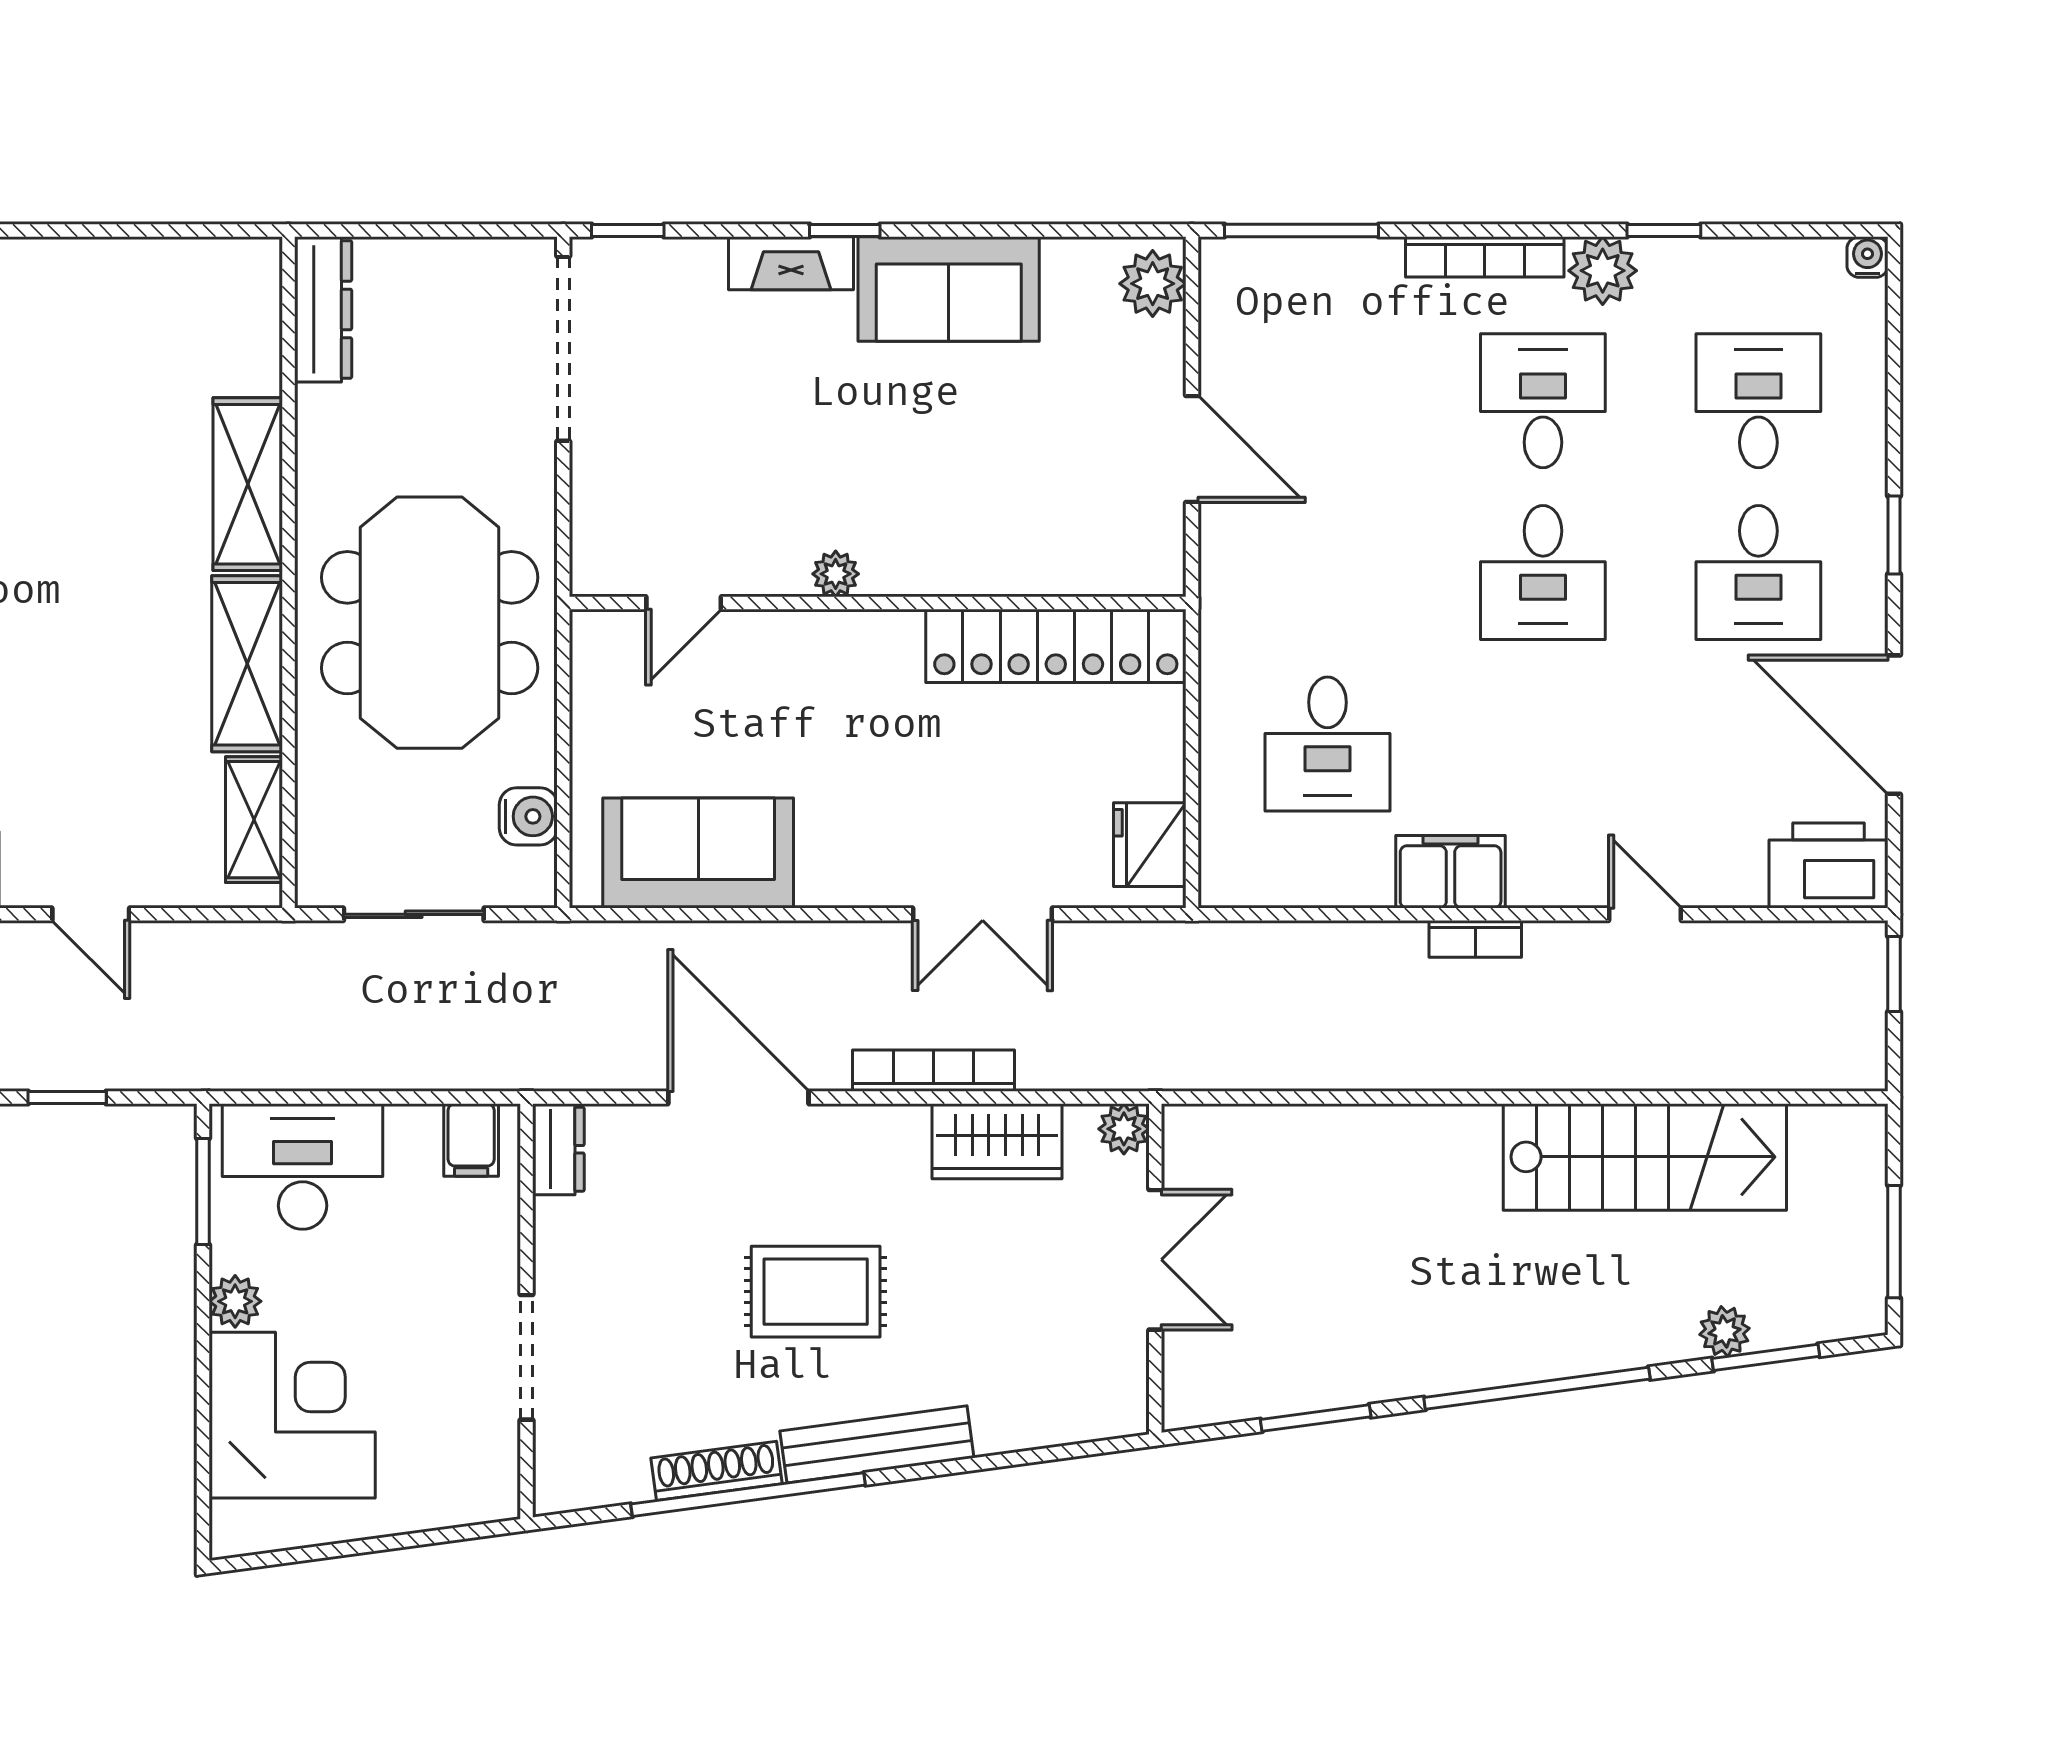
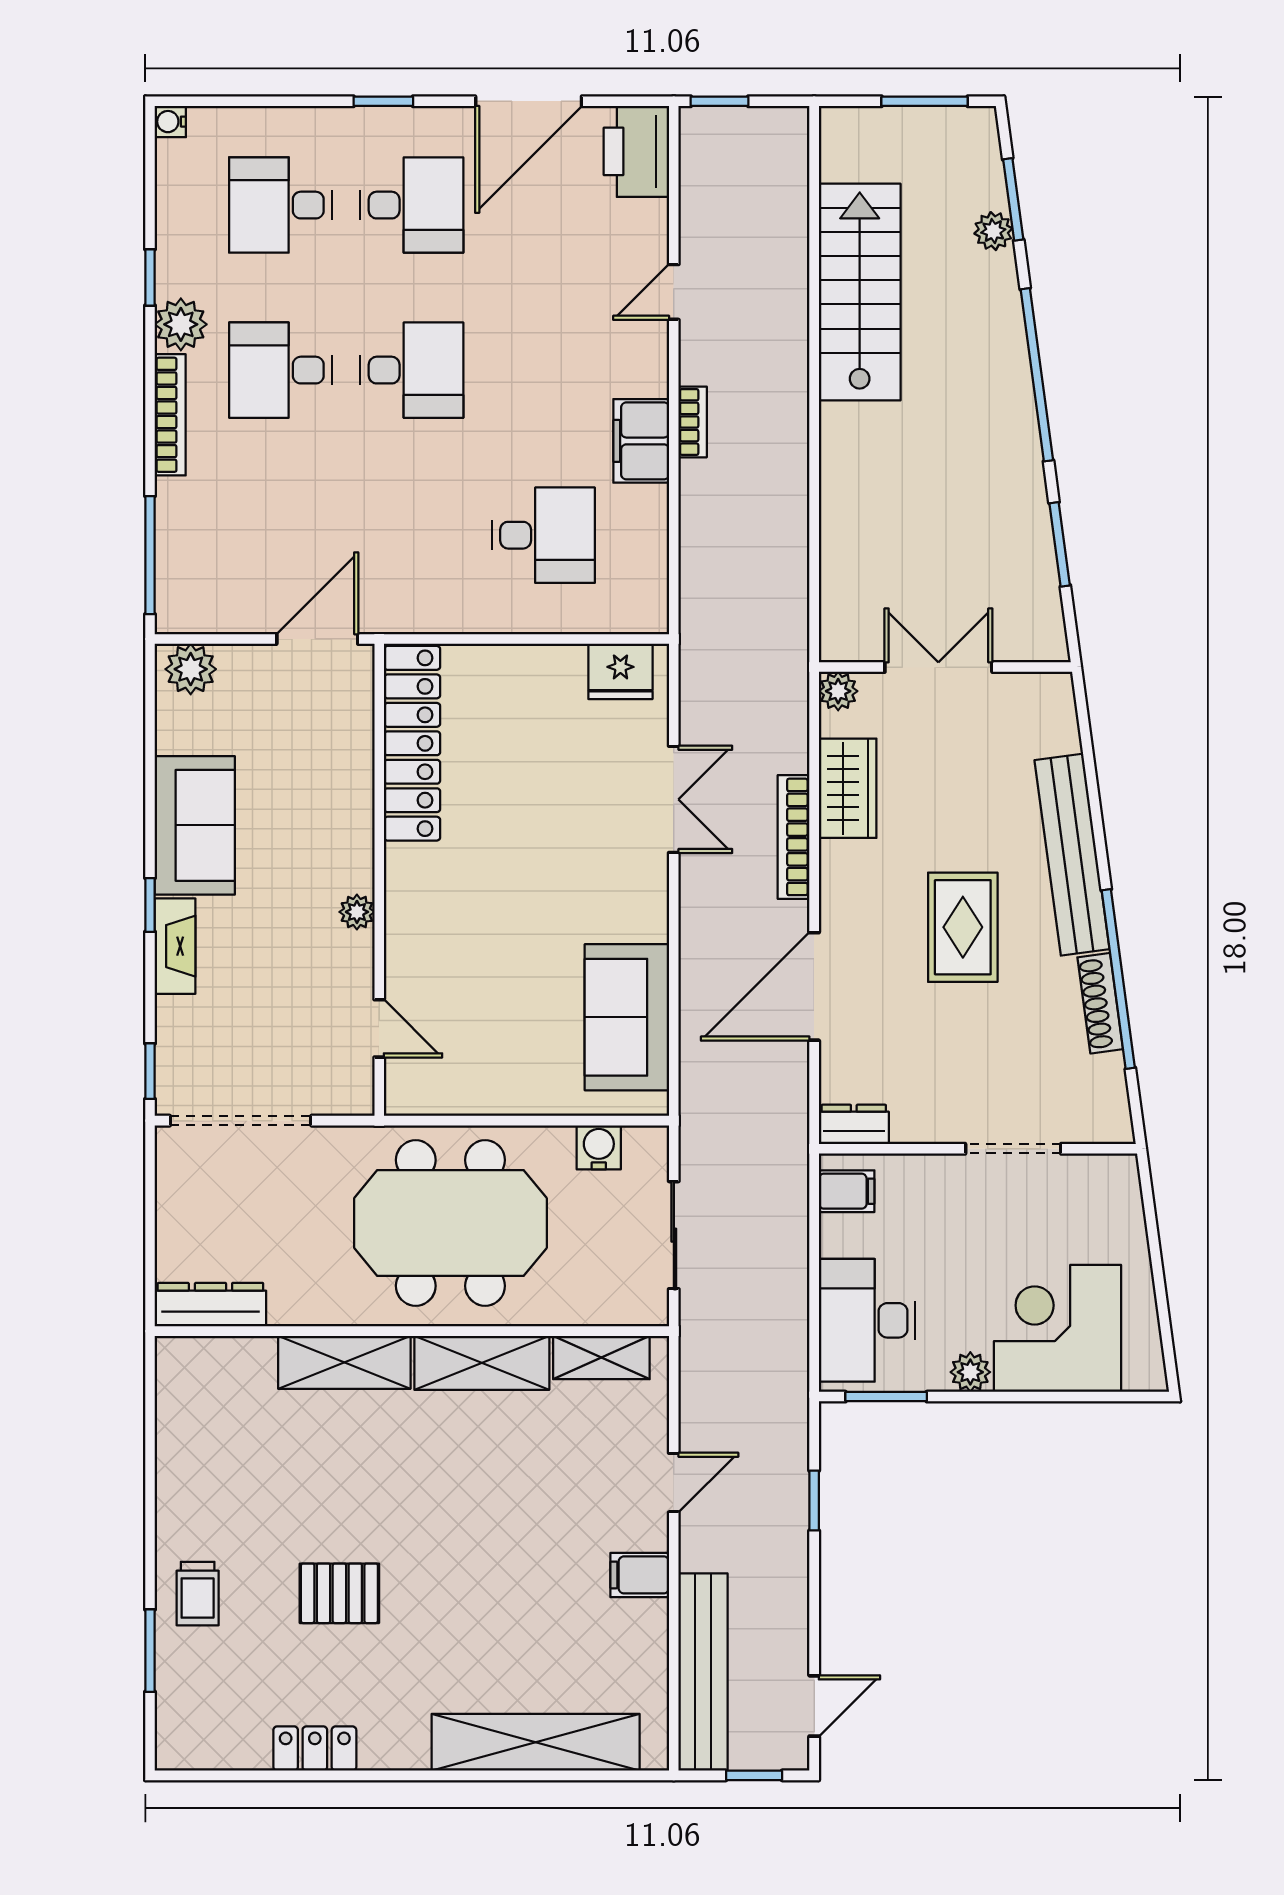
plant: (836, 574) -> (357, 912), moved
door: (684, 603) -> (379, 1028), moved
wall: (878, 603) -> (379, 880), moved
locker: (1056, 646) -> (412, 743), moved
bench: (877, 1444) -> (1072, 855), width x1.37, depth x1.21

